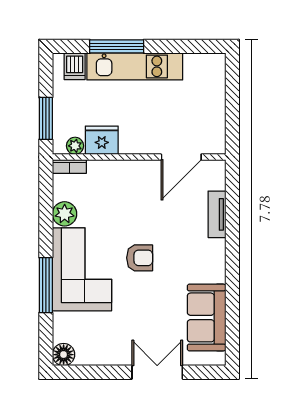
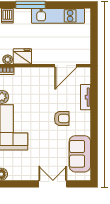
kitchen unit: (135, 66) -> (58, 16), moved
armchair: (140, 258) -> (62, 119), moved

